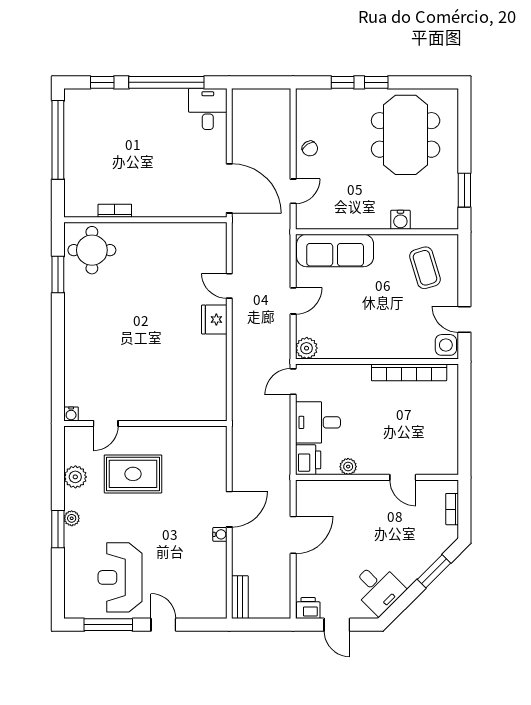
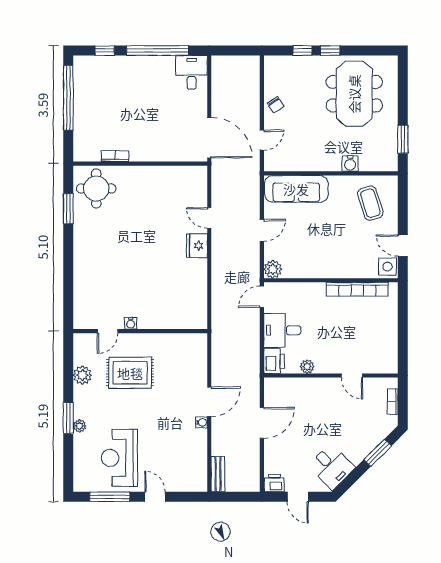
water cooler: (71, 414) -> (131, 323), moved
plant: (72, 518) -> (80, 426), moved

